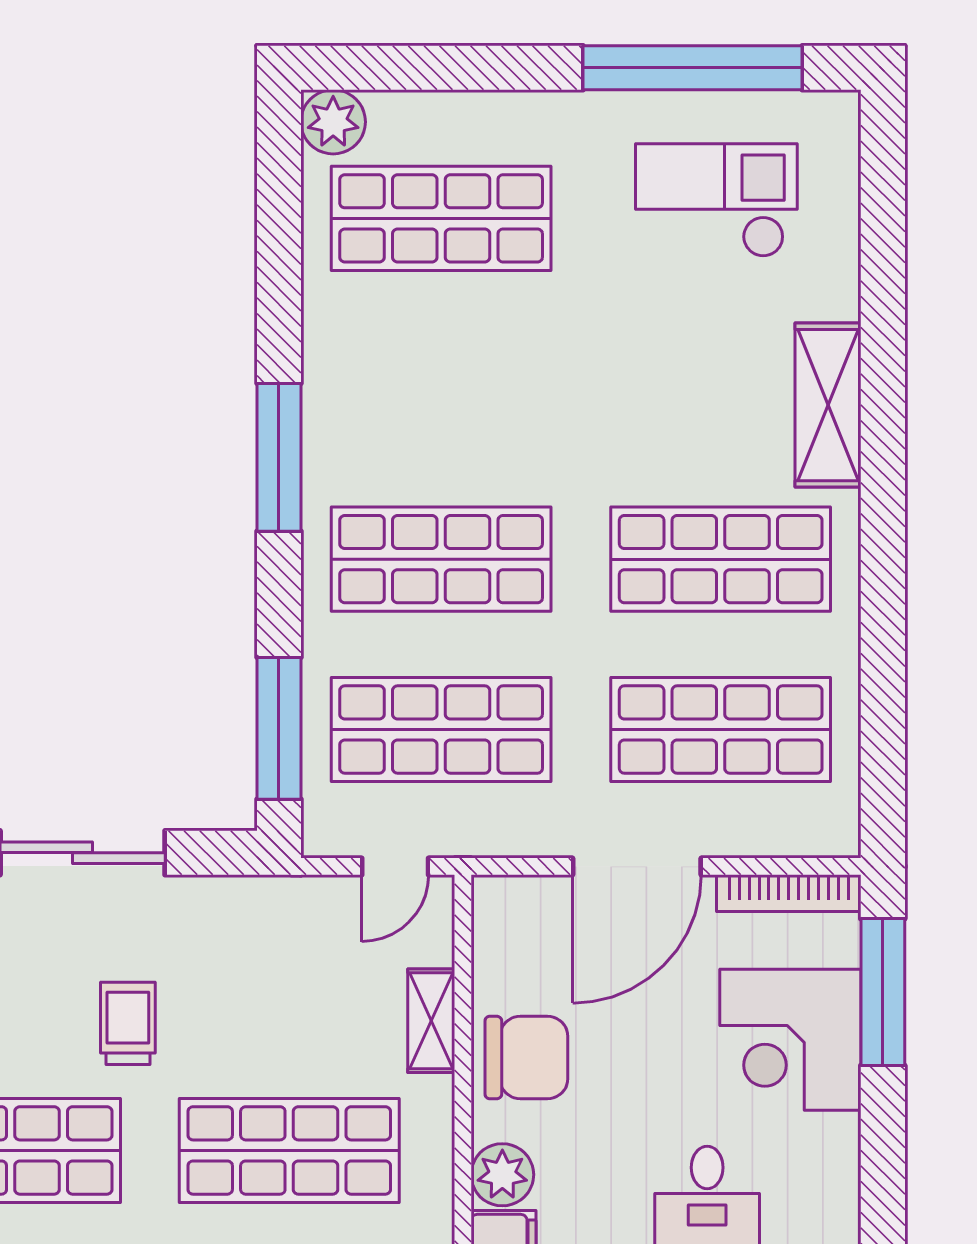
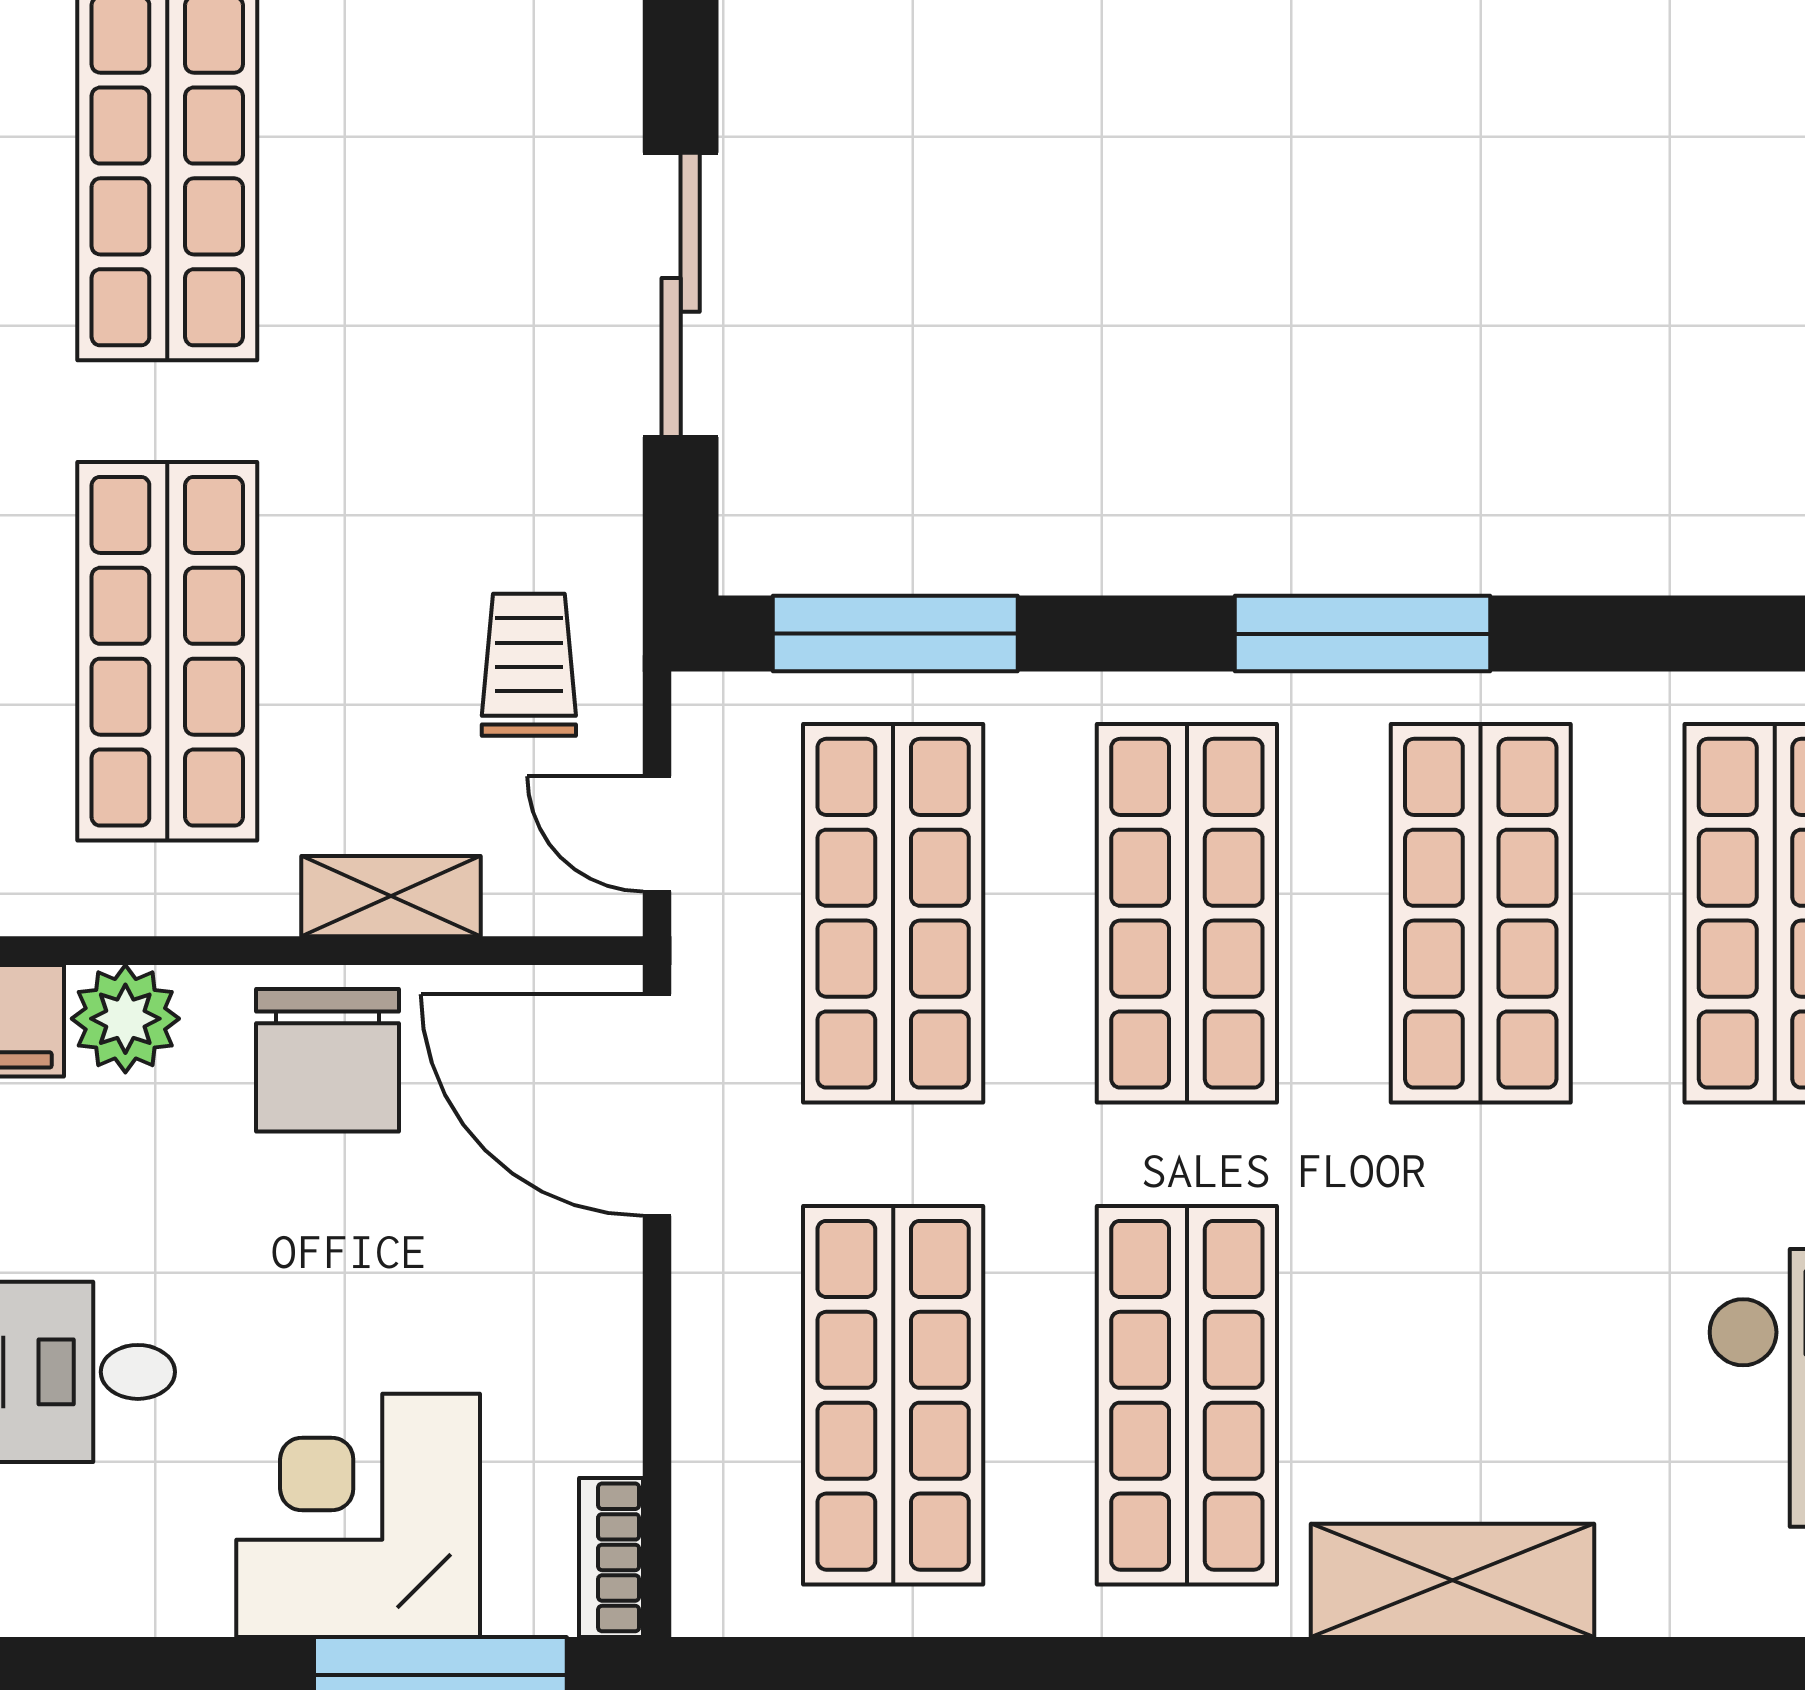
shop shelf: (441, 389) -> (1481, 913), added
door: (637, 866) -> (657, 1105), moved
bookcase: (789, 893) -> (611, 1557), width x0.64
trolley: (128, 1023) -> (529, 665), moved, turned -90

